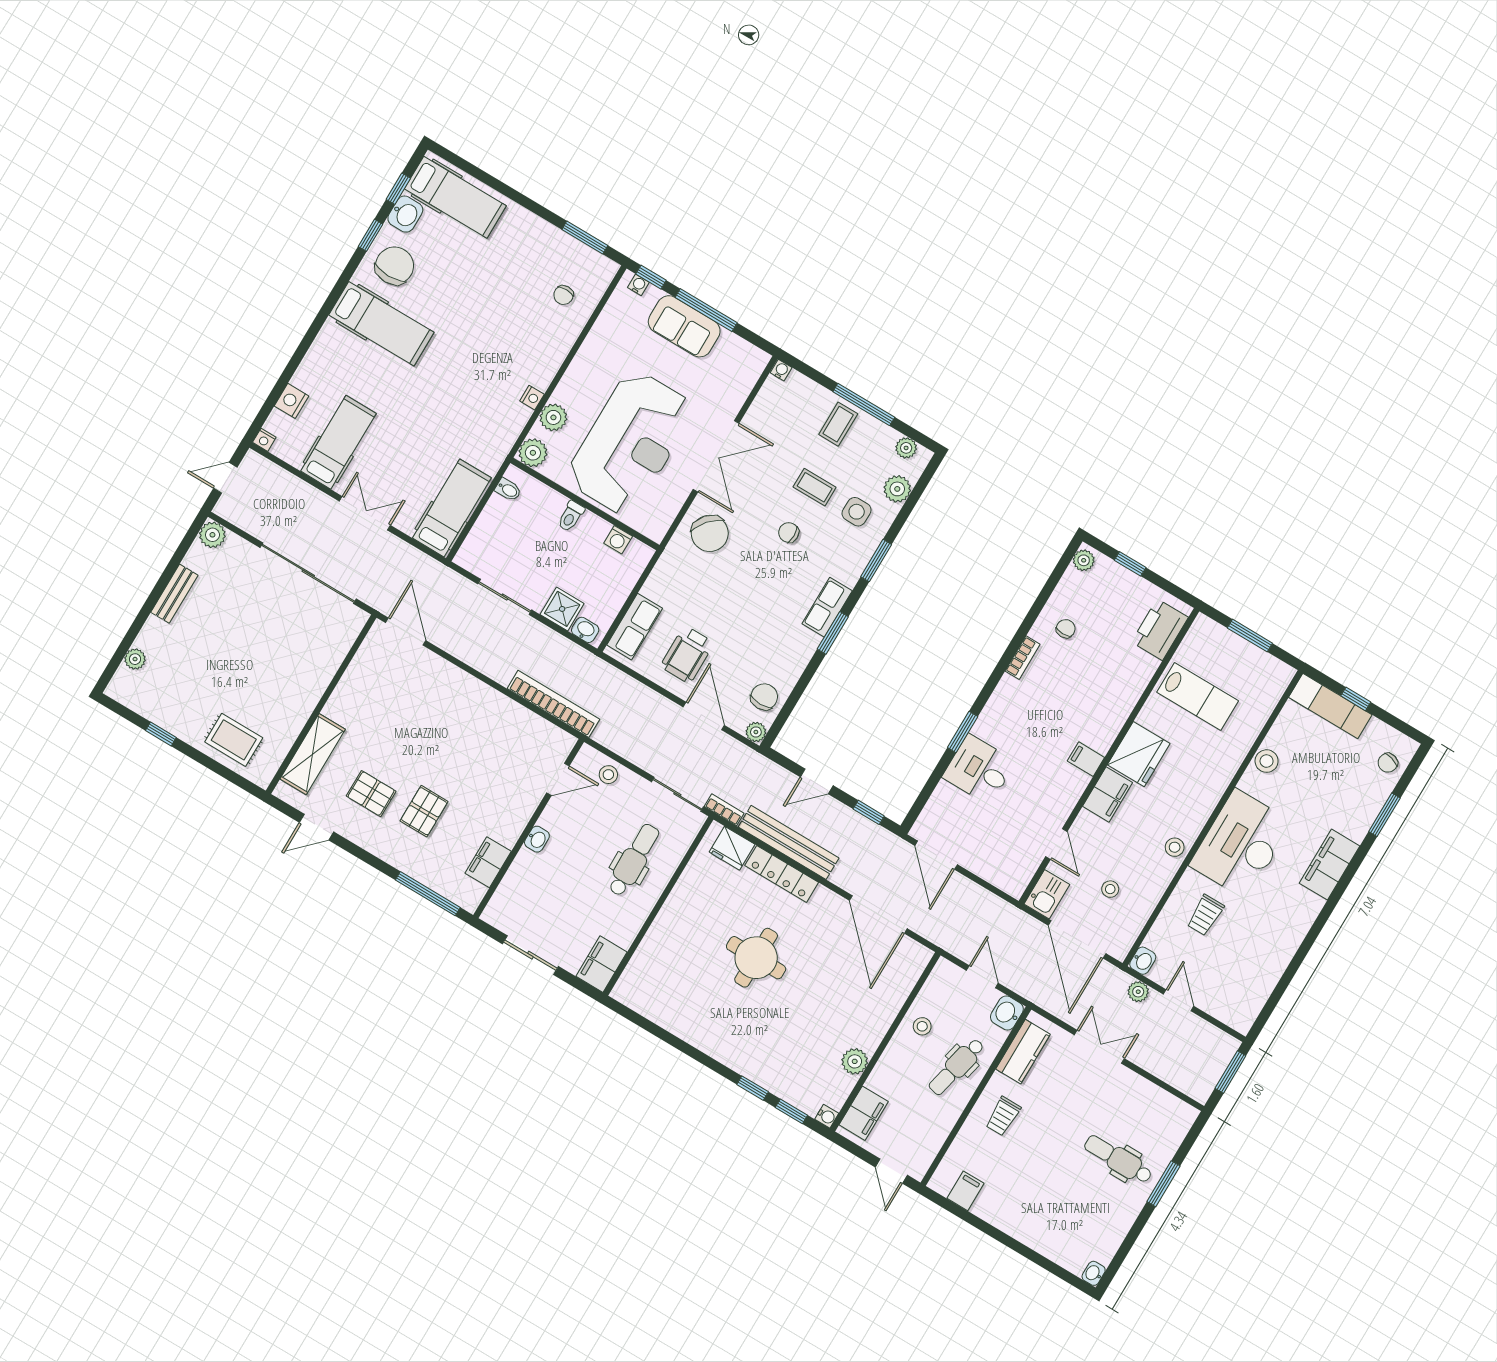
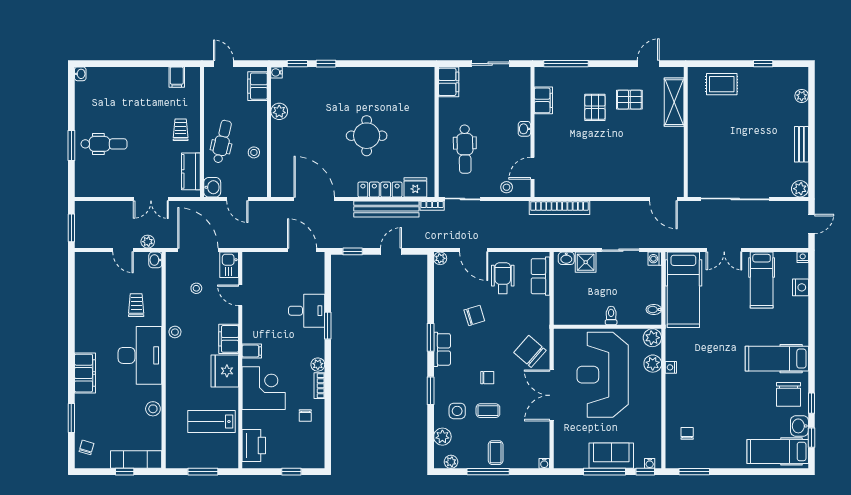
hospital bed: (452, 508) -> (683, 290), width x1.37, depth x1.29
washing machine: (618, 540) -> (655, 259), moved, turned -90
plant: (1084, 560) -> (318, 365), moved
chair: (764, 697) -> (474, 315), moved, turned -107
corner desk: (1100, 699) -> (264, 388), added

